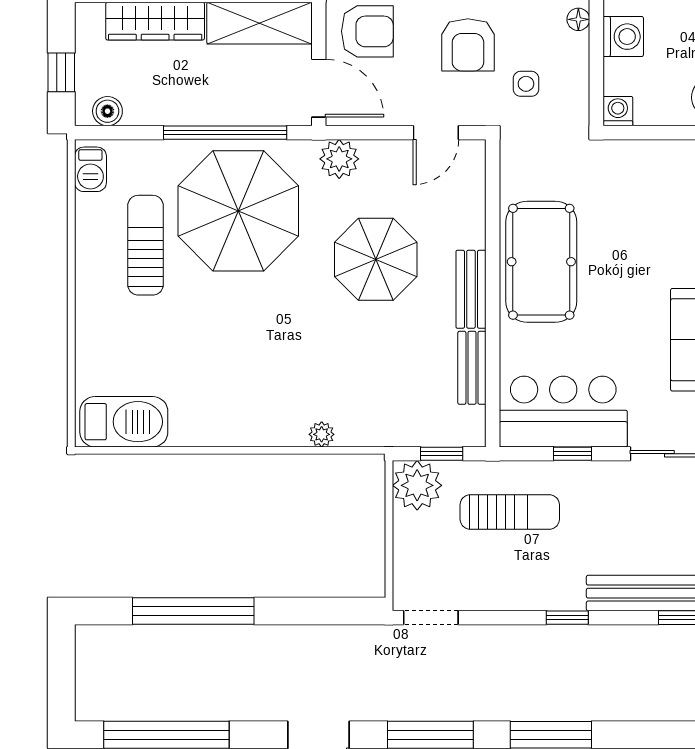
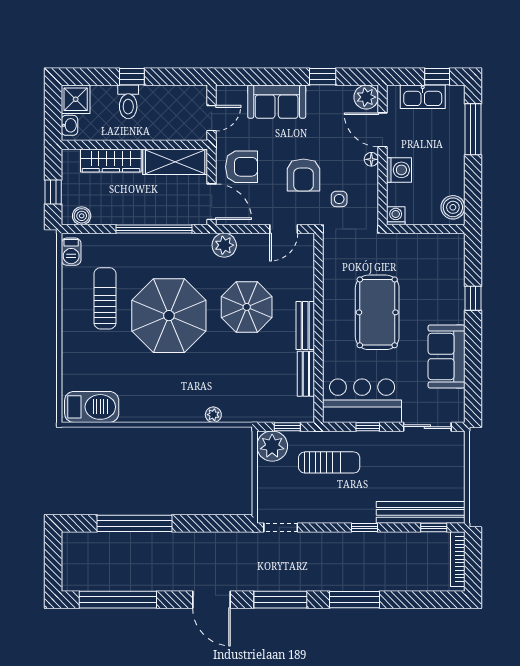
parasol: (238, 211) -> (169, 316), moved
pool table: (541, 262) -> (377, 312), moved

